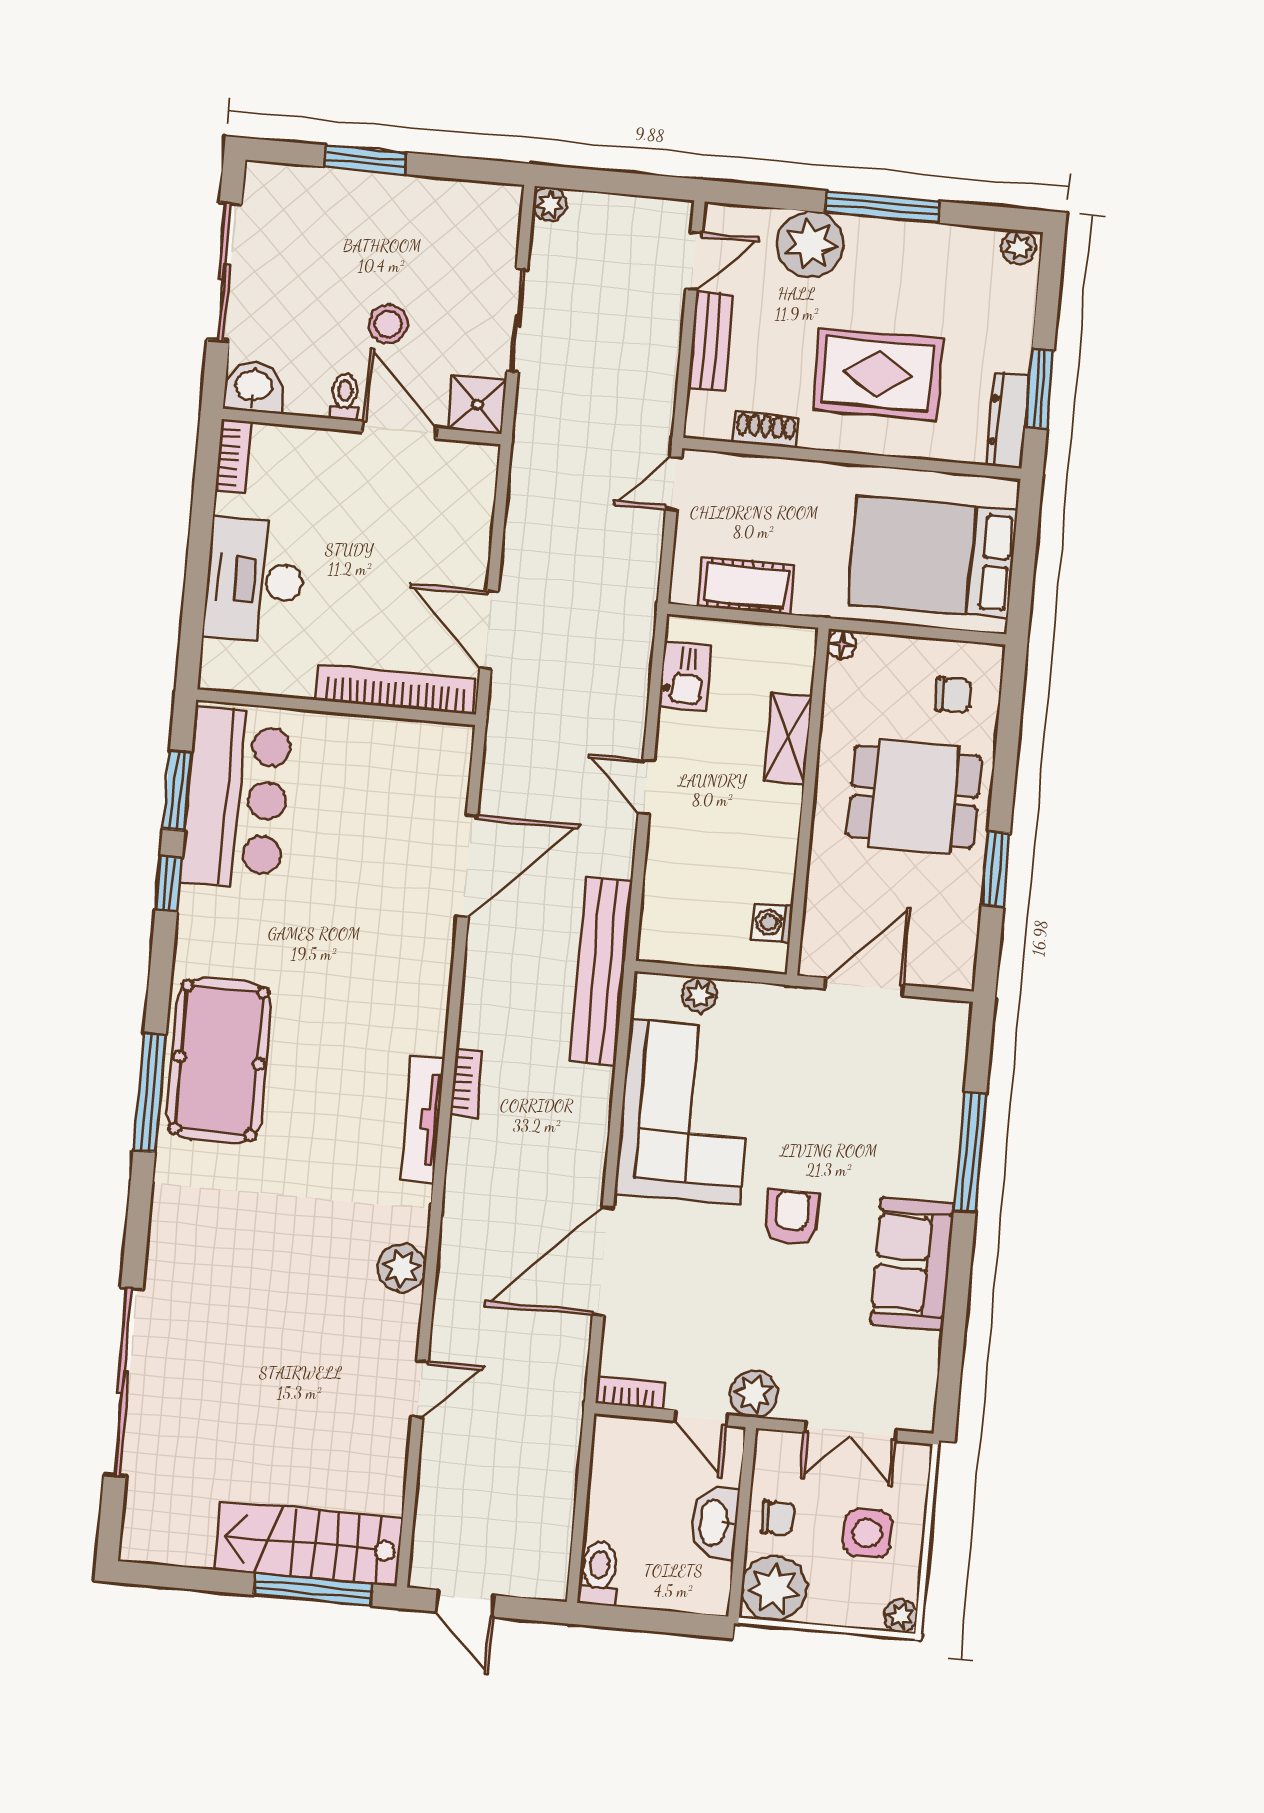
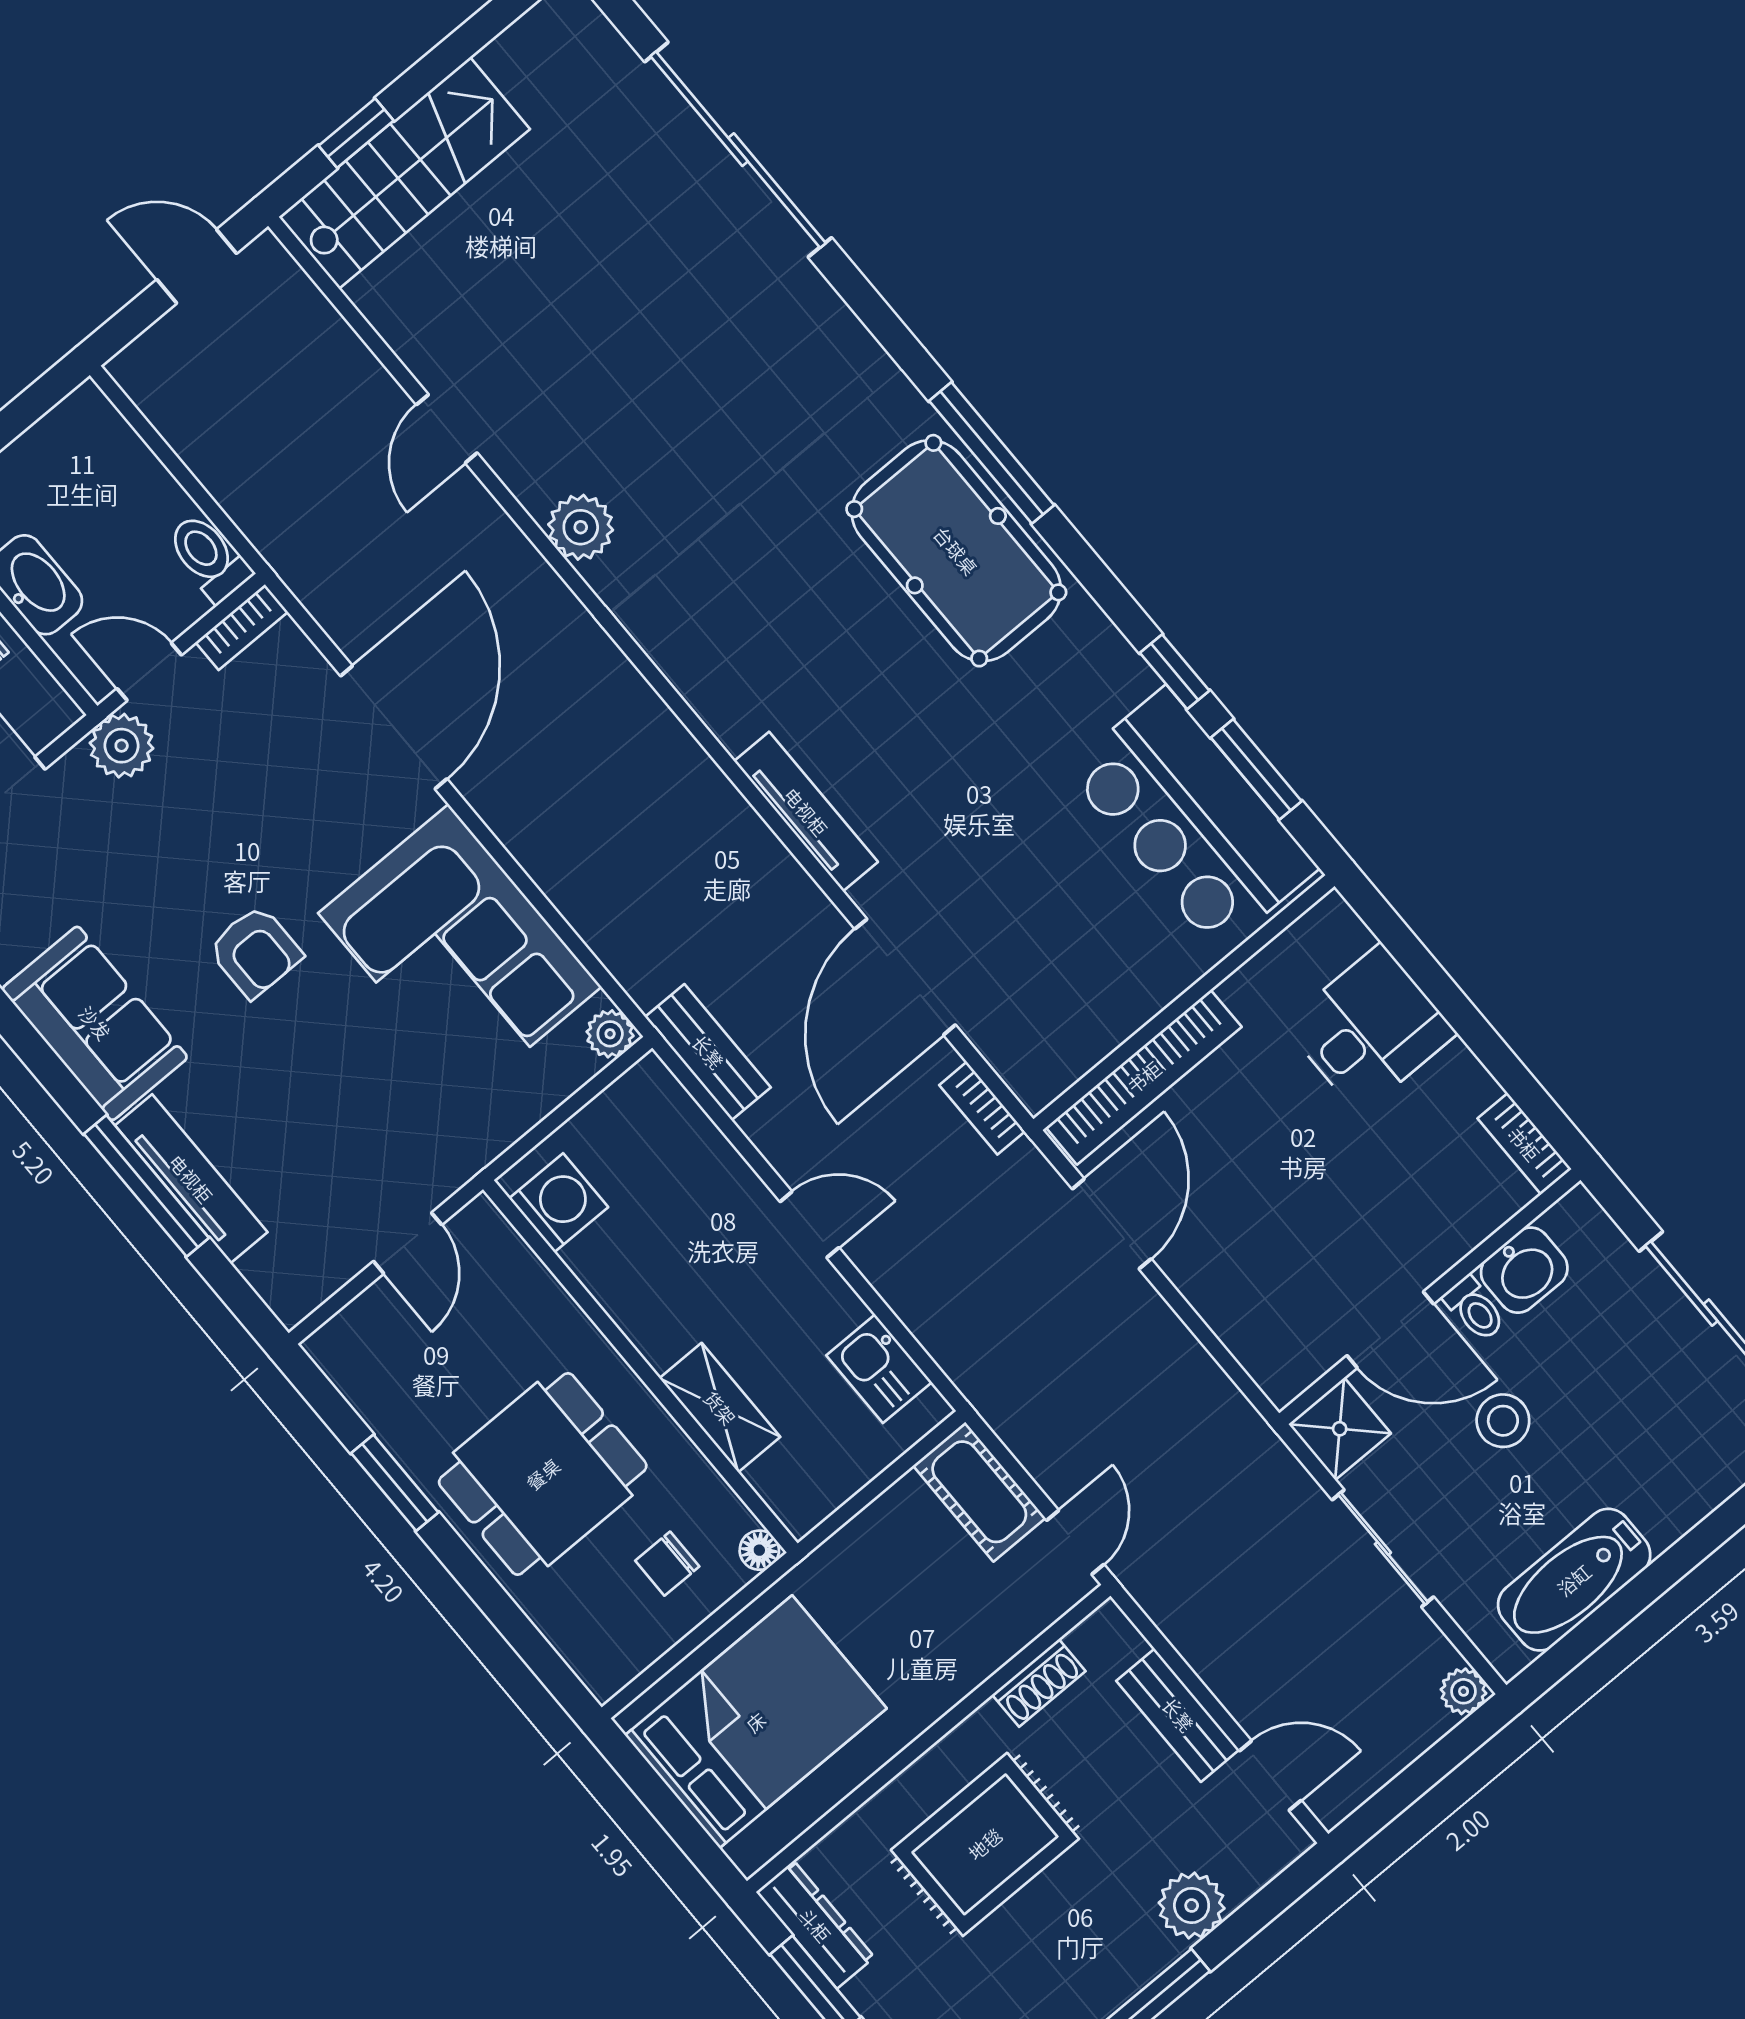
window: (365, 160) -> (1684, 1556), removed
bathtub: (434, 204) -> (1574, 1580), added
plant: (810, 244) -> (1192, 1905), width x0.73, depth x0.73
door: (694, 261) -> (1270, 1776), swing flipped
washbasin: (254, 387) -> (1524, 1270), moved
desk: (255, 580) -> (1370, 1029), width x0.73
cot: (746, 585) -> (979, 1492), moved, turned 90
door: (489, 630) -> (1112, 1224), hinge flipped
chair: (953, 695) -> (667, 1564), moved
washing machine: (773, 923) -> (559, 1203), width x1.38, depth x1.38
bench: (601, 972) -> (708, 1052), width x0.54, depth x0.82
door: (864, 987) -> (408, 1243), width x0.73
plant: (699, 994) -> (610, 1034), moved
bookcase: (466, 1083) -> (982, 1108), moved
tv unit: (422, 1119) -> (806, 812), moved
tv unit: (943, 1133) -> (191, 1179), added
toilet: (599, 1573) -> (209, 557), moved, turned 180
window: (313, 1590) -> (356, 133), width x0.46

